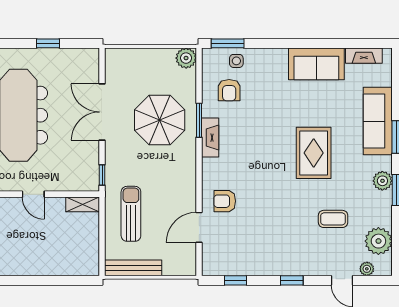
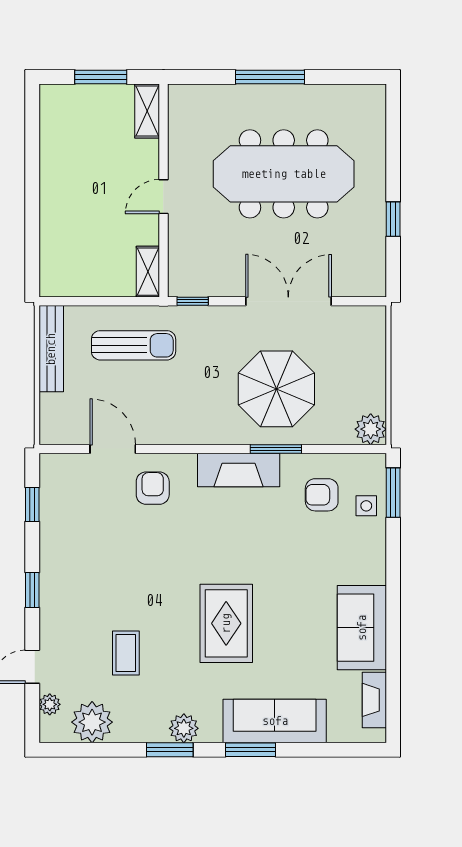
fireplace: (210, 138) -> (239, 470), width x1.37, depth x1.32
rug: (314, 153) -> (226, 623), turned 90

